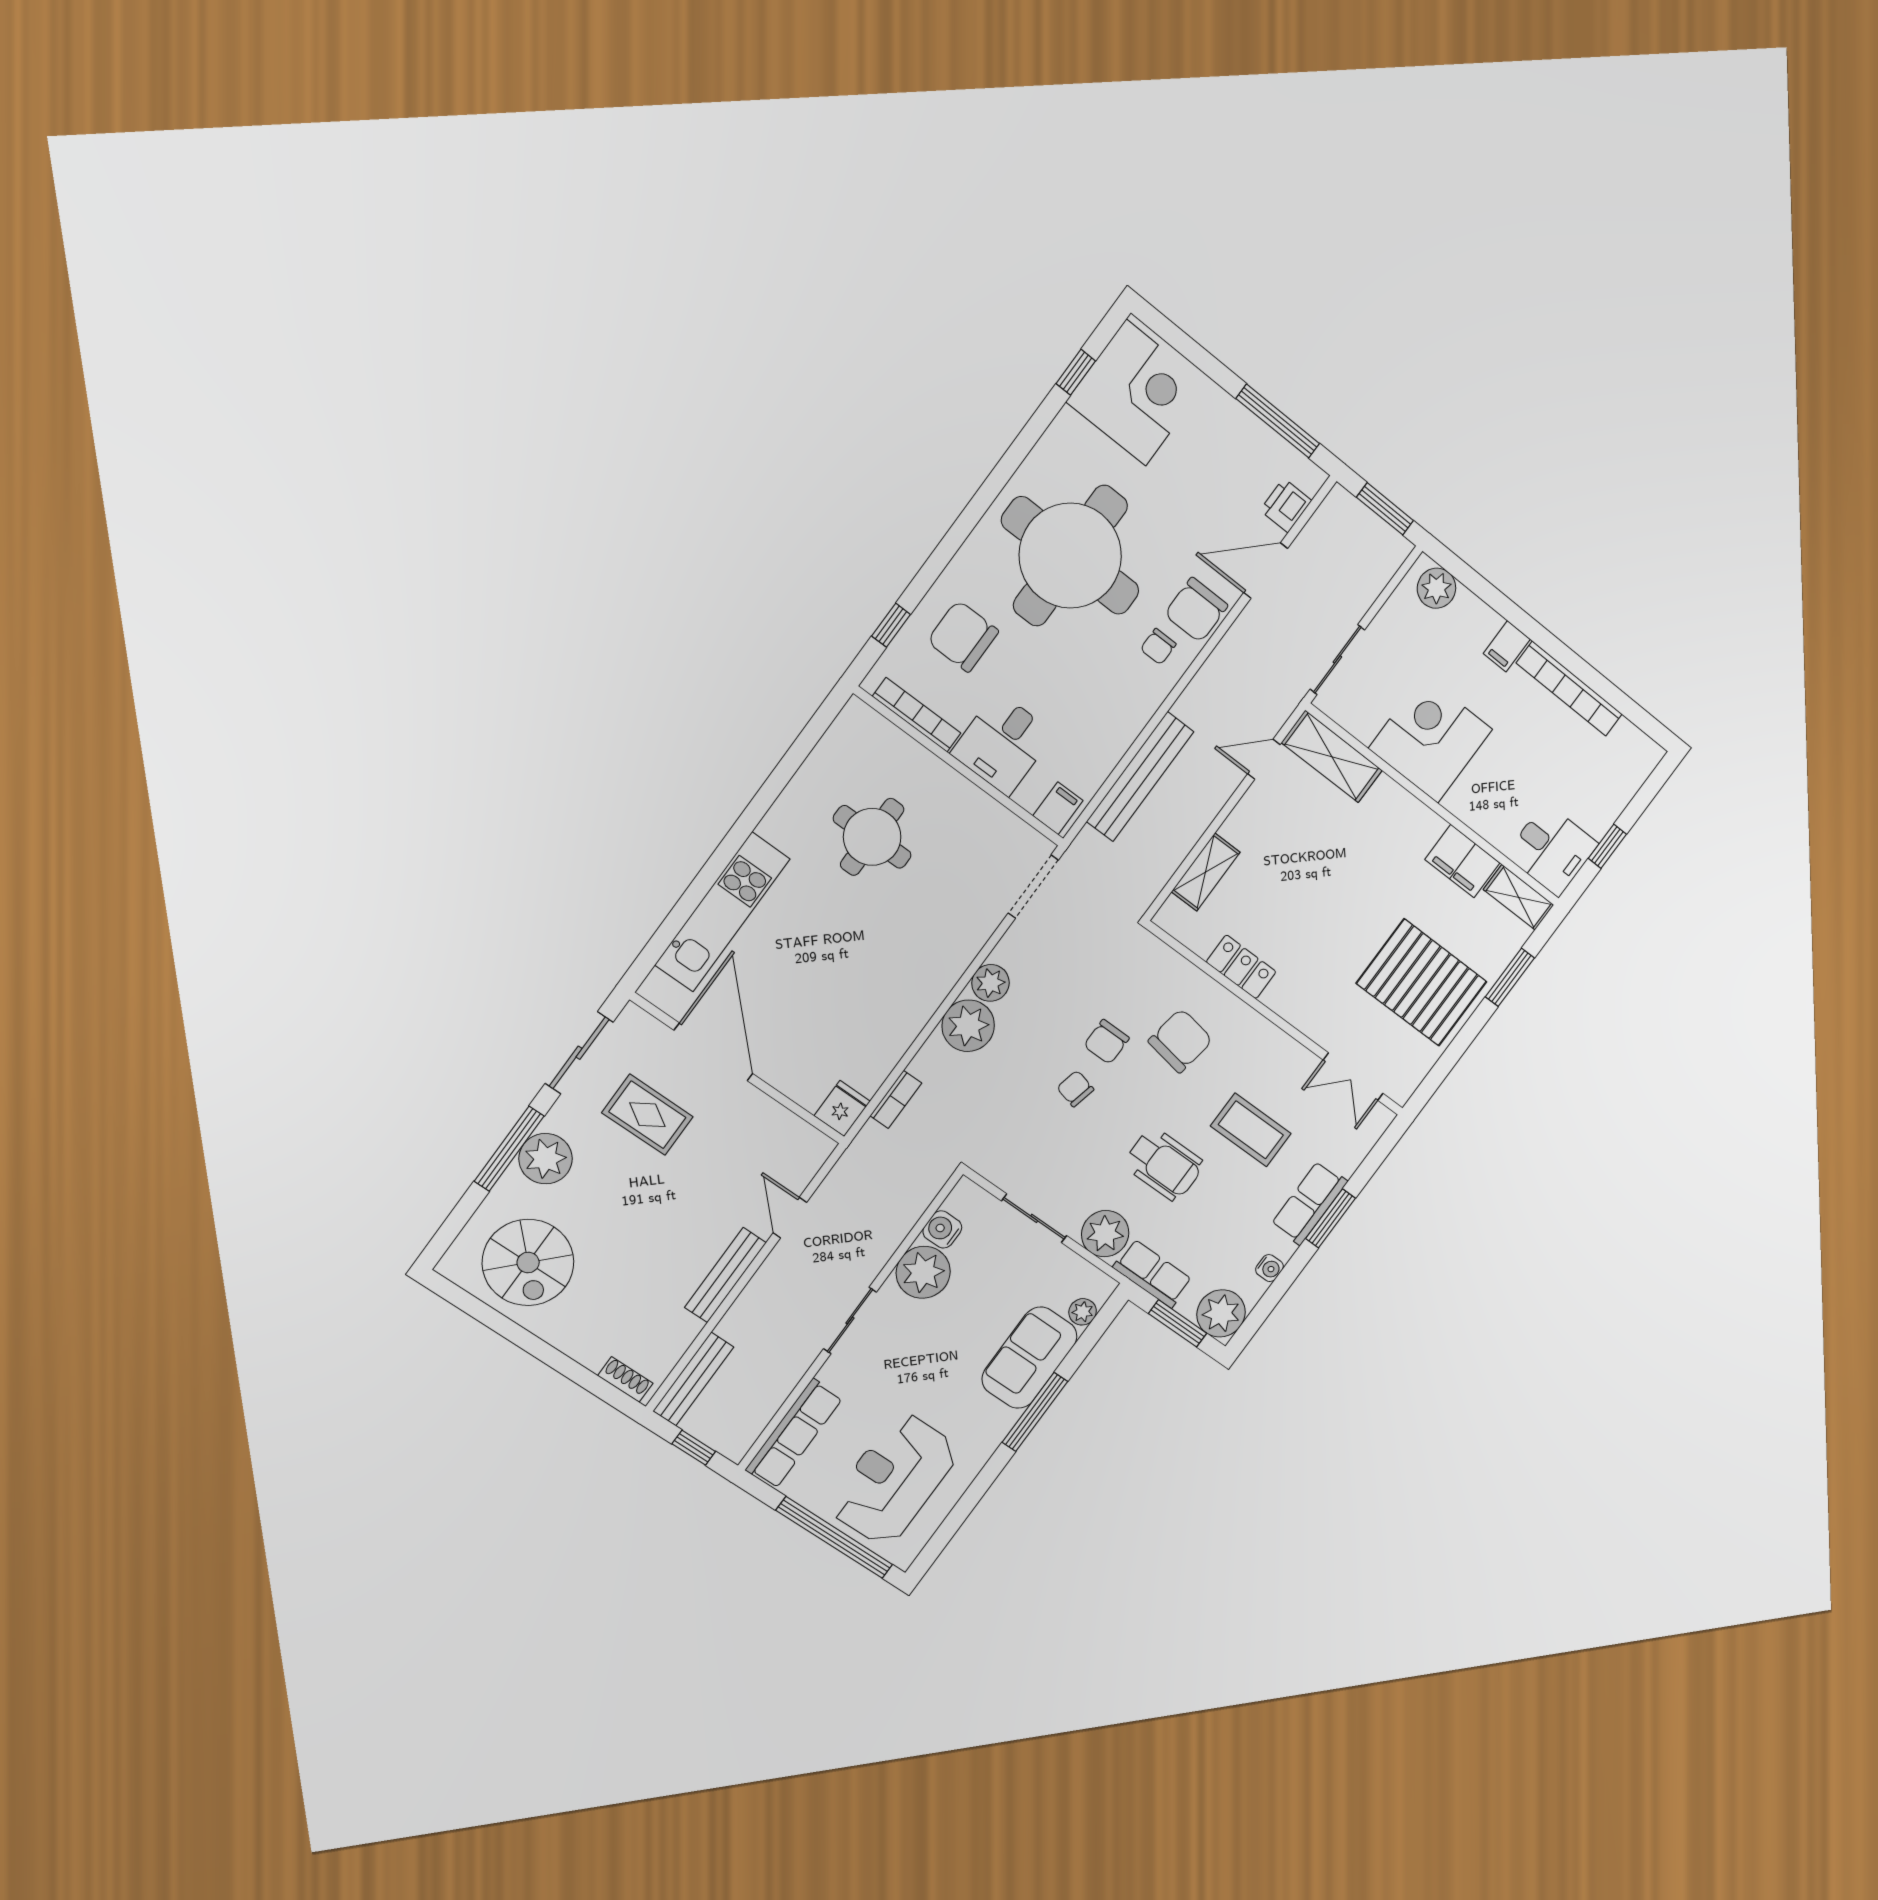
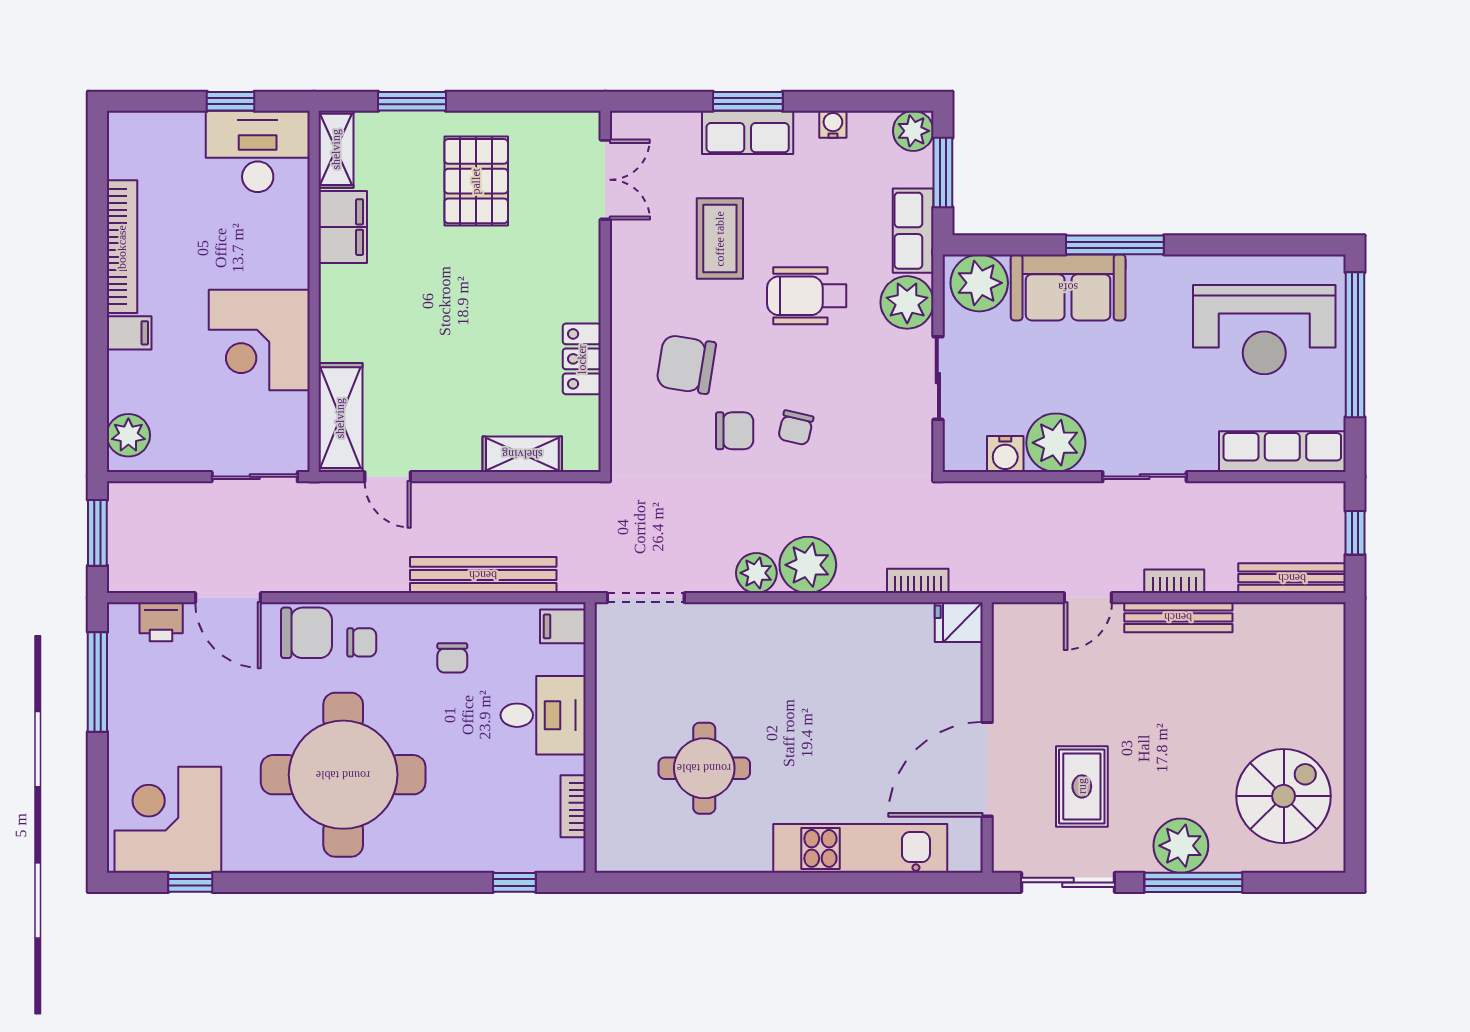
chair: (963, 636) -> (452, 658), moved, width x0.54, depth x0.54
bookcase: (917, 715) -> (573, 806), width x0.64
desk: (1552, 850) -> (258, 151), width x1.37
pallet: (1422, 982) -> (476, 181), width x0.73, depth x0.71
wheelchair: (1164, 1164) -> (807, 296), turned -90
bookcase: (755, 1290) -> (1174, 581), added
plant: (1083, 1312) -> (979, 283), width x1.87, depth x1.87
plant: (1221, 1313) -> (913, 131), width x0.73, depth x0.73
shoe rack: (625, 1379) -> (1333, 638), removed

